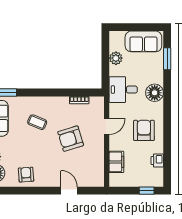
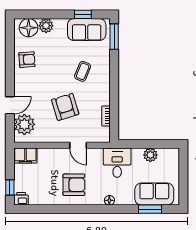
sofa: (143, 41) -> (154, 194), moved, turned 90
floor lamp: (155, 93) -> (109, 200), width x0.53, depth x0.53
printer: (157, 160) -> (21, 199), moved
filing cabinet: (116, 162) -> (25, 156), moved
plant: (87, 177) -> (24, 124), added

